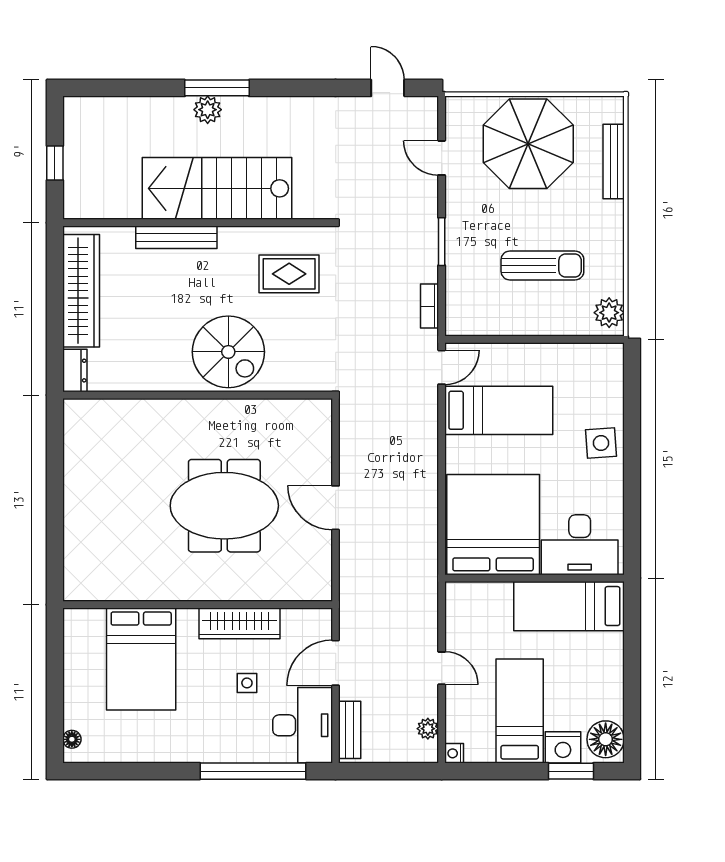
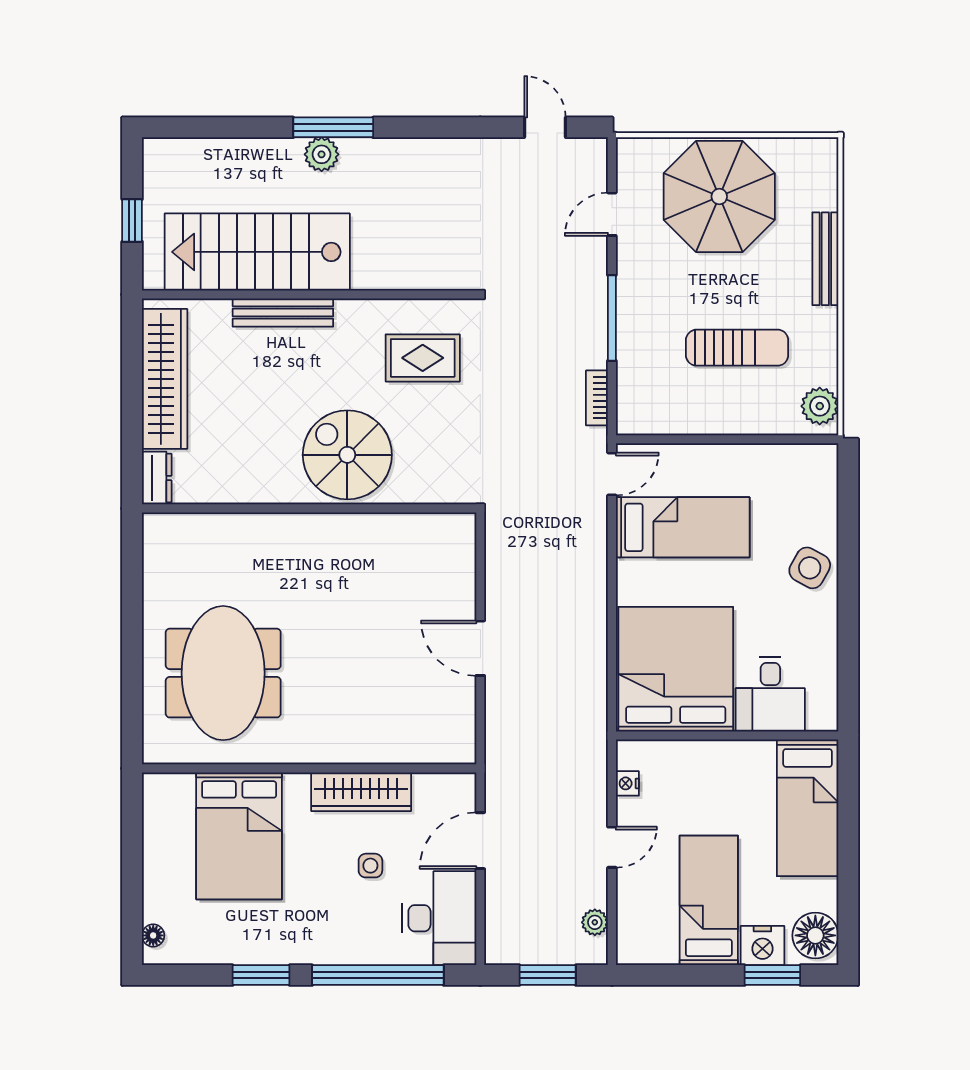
door: (442, 158) -> (612, 214), hinge flipped
bench: (614, 162) -> (825, 259), moved
stairs: (217, 188) -> (257, 252), moved
window: (442, 242) -> (612, 318), width x1.44
spiral stairs: (228, 352) -> (347, 455), turned 180
side table: (601, 443) -> (810, 568), turned 33
meeting table: (224, 506) -> (223, 673), moved, turned 90
desk: (580, 545) -> (770, 694), width x0.73
bed: (569, 606) -> (808, 808), moved, turned -90
door: (442, 668) -> (612, 847), hinge flipped
bench: (350, 730) -> (498, 924), removed
nightstand: (454, 753) -> (627, 783), moved
window: (159, 771) -> (261, 975), added
window: (390, 771) -> (548, 975), added

